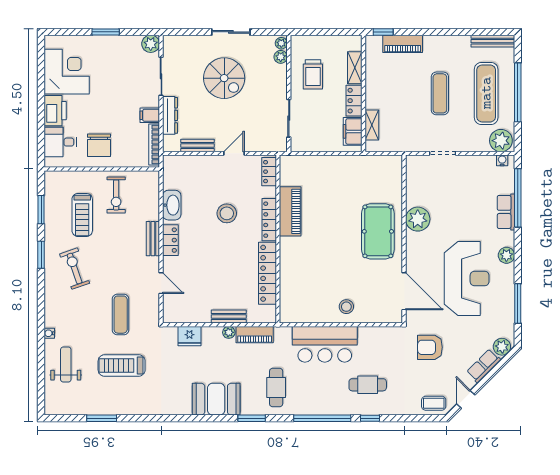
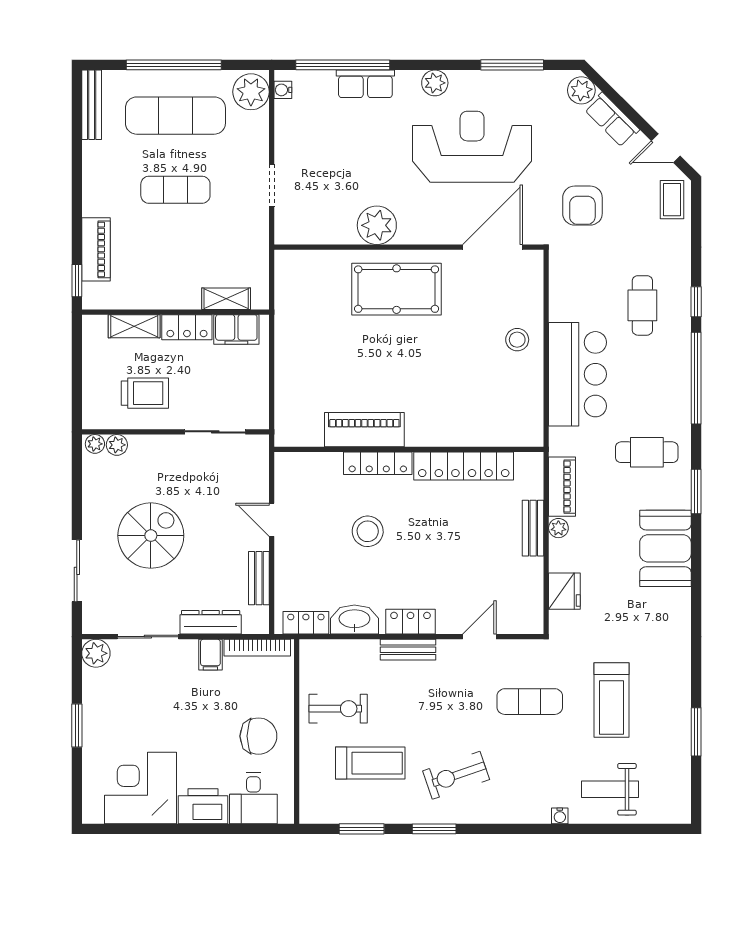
sliding door: (231, 32) -> (77, 571), moved
locker: (269, 172) -> (306, 623), moved, turned 180

